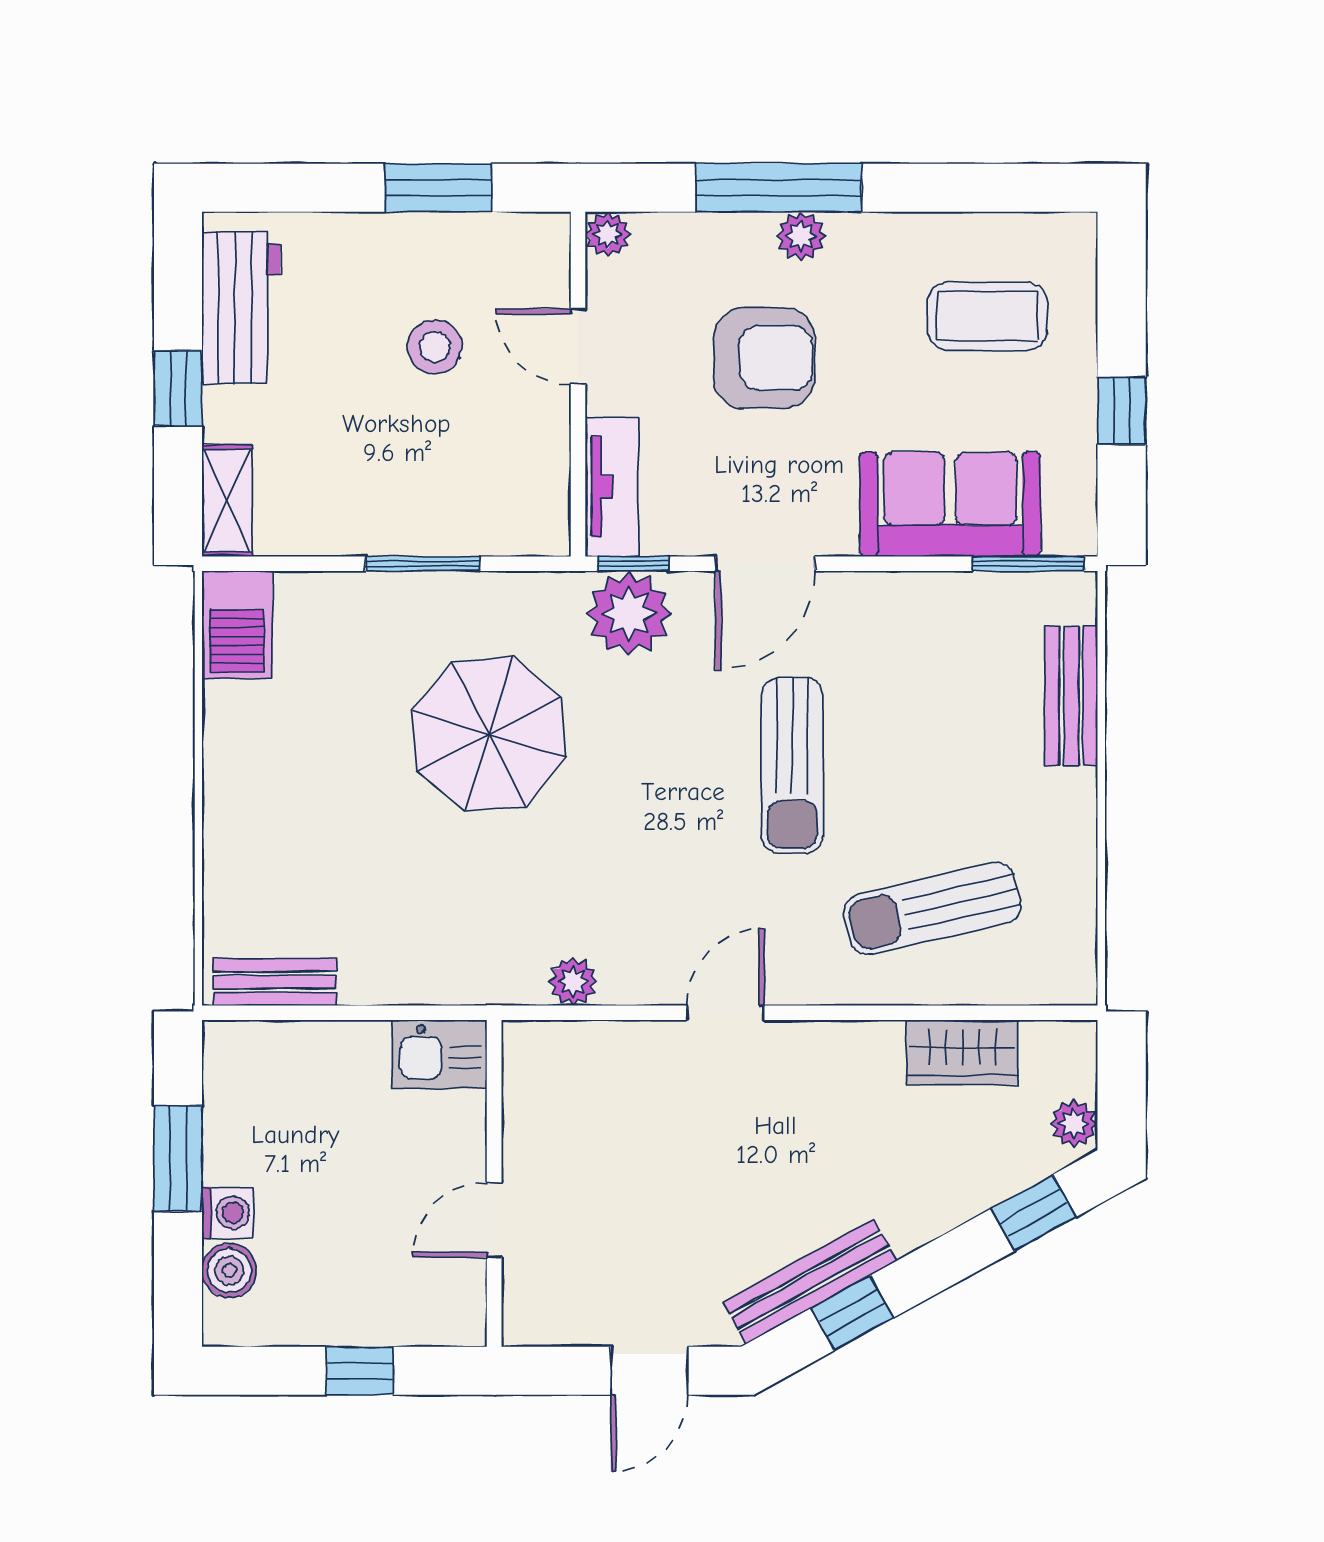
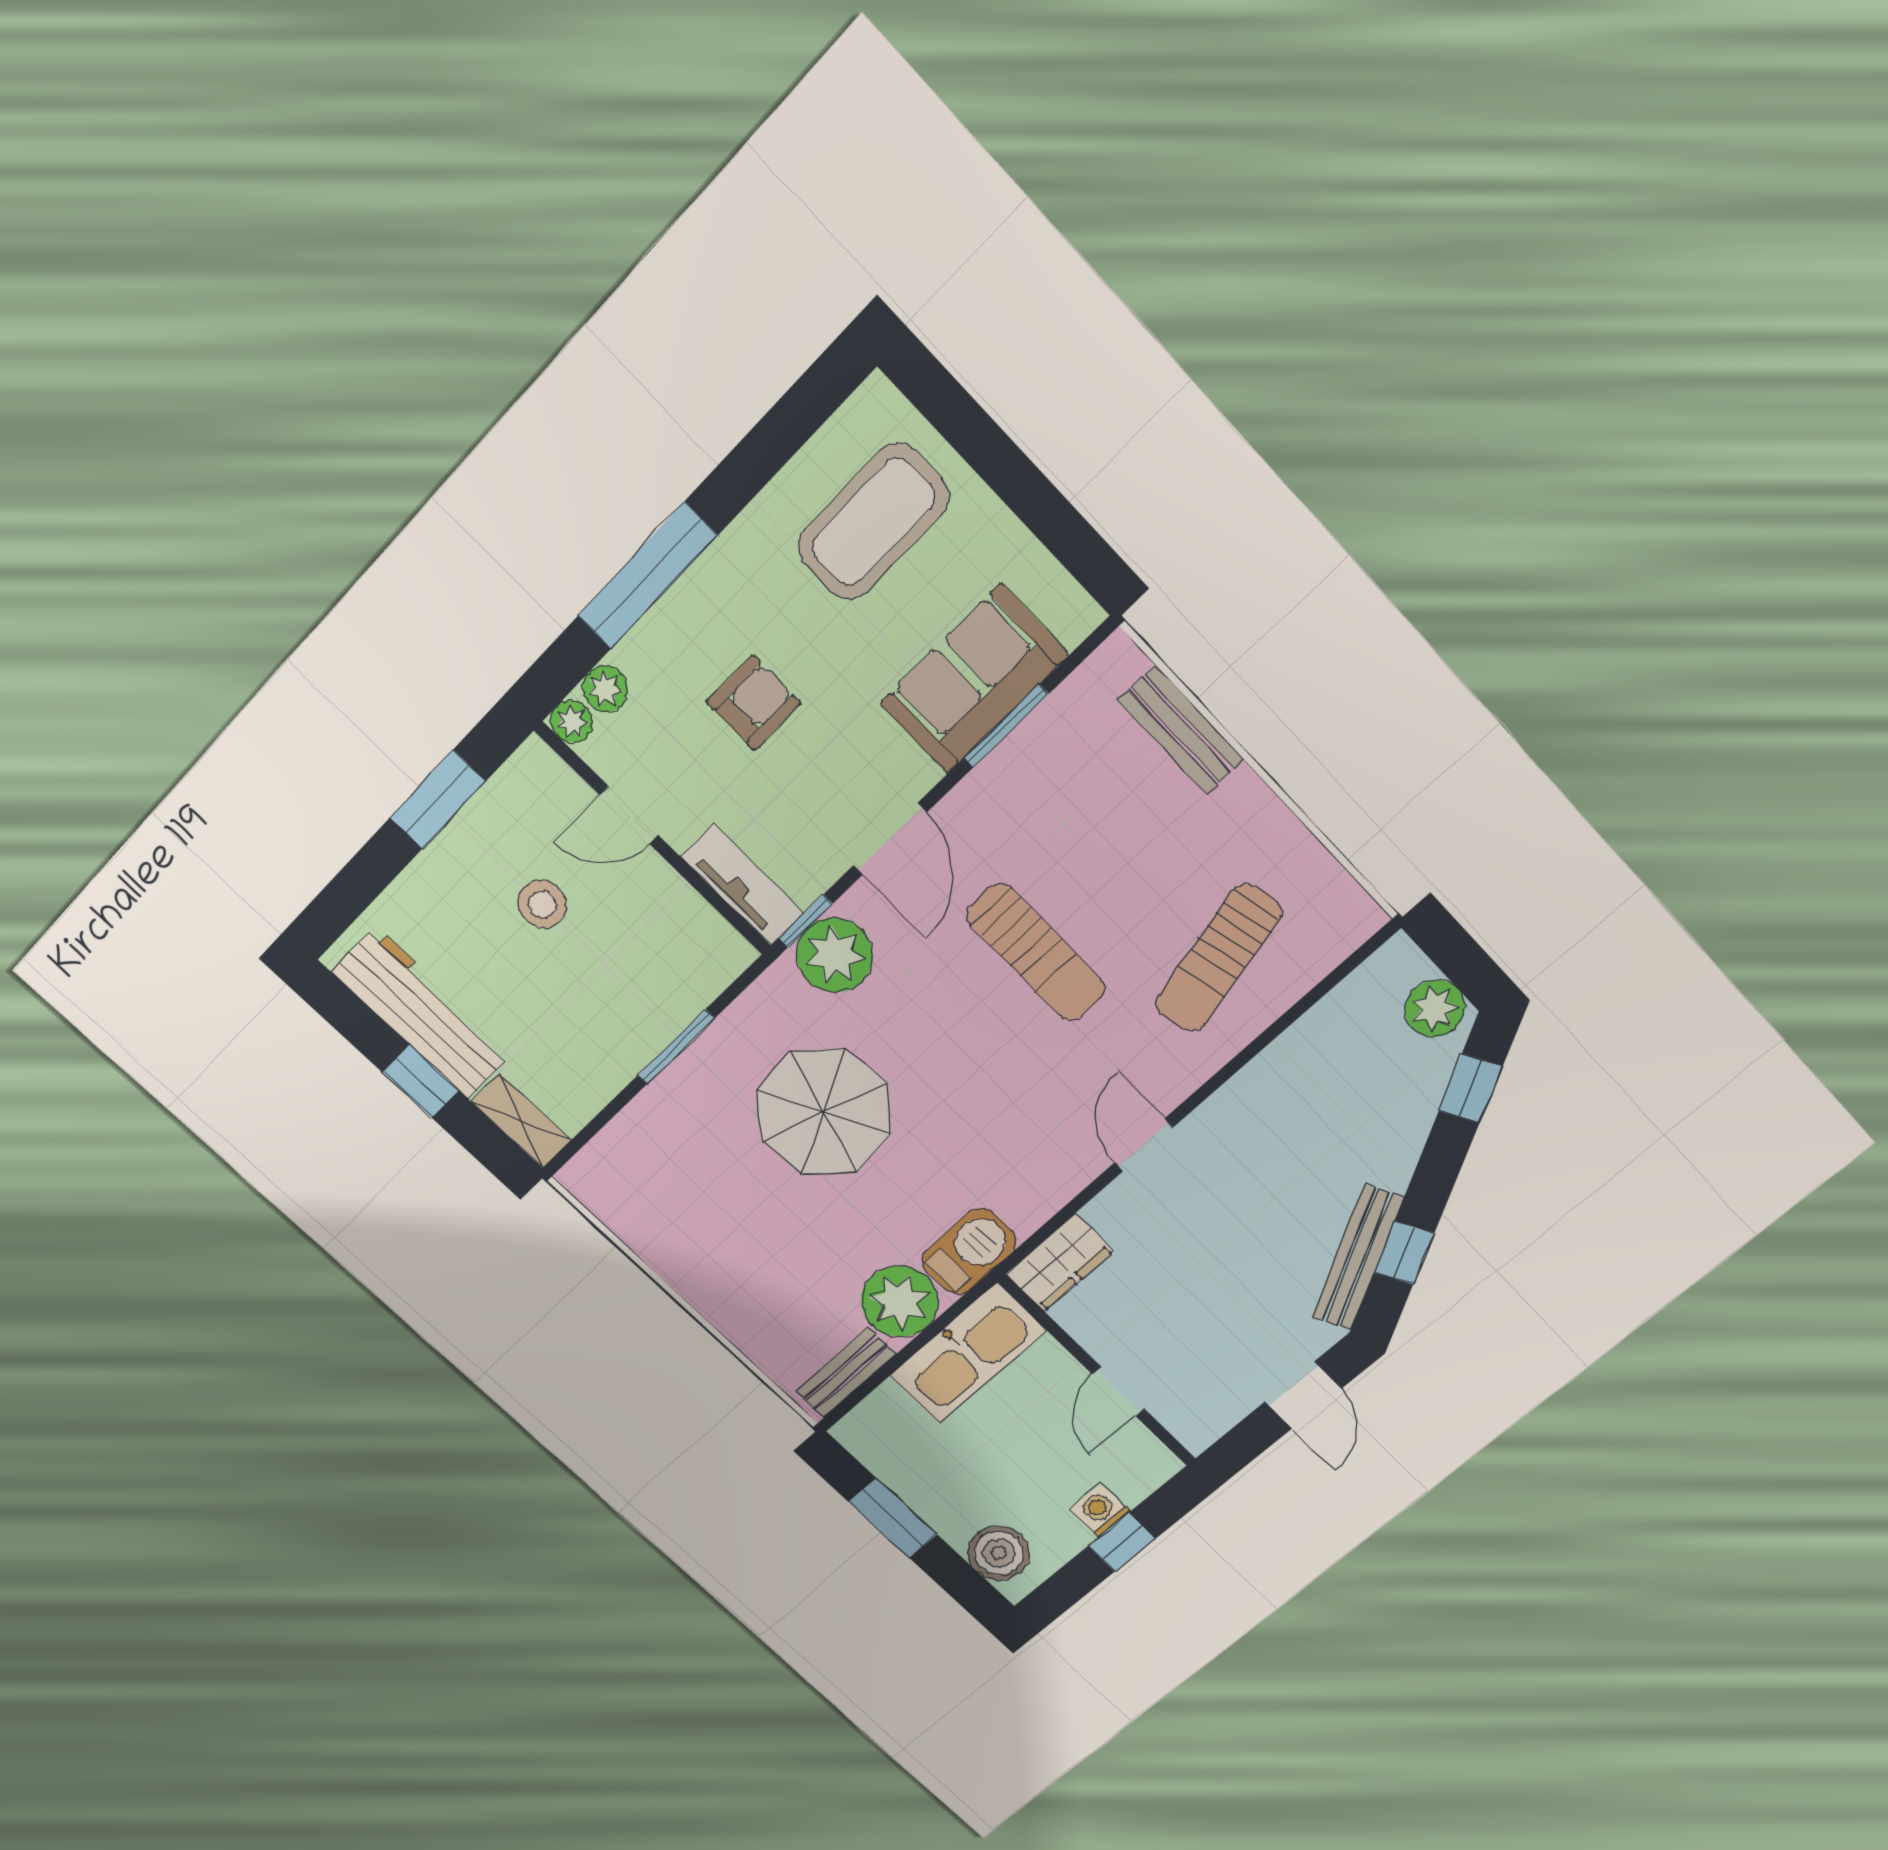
plant: (801, 236) -> (605, 689), moved
workbench: (241, 308) -> (422, 1013), width x1.37
coffee table: (987, 316) -> (873, 522), width x1.36, depth x1.32
armchair: (764, 358) -> (754, 703), width x0.72, depth x0.72
window: (1122, 411) -> (1030, 495), removed
window: (1028, 564) -> (1006, 726), moved
barbecue: (237, 625) -> (969, 1251), moved, turned -90
plant: (573, 981) -> (900, 1302), moved, width x1.88, depth x1.88
wardrobe: (962, 1052) -> (1060, 1262), moved
kitchen sink: (440, 1054) -> (968, 1353), width x1.87, depth x1.24
plant: (1074, 1123) -> (1435, 1008), width x1.38, depth x1.38
washing machine: (228, 1213) -> (1100, 1510), moved, turned -90
boiler: (229, 1271) -> (999, 1553), width x1.36, depth x1.36

